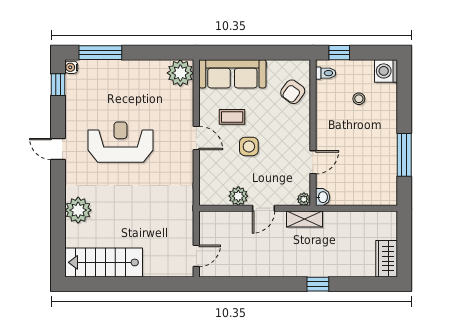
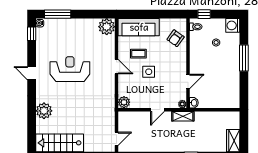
window: (404, 155) -> (244, 58), moved
plant: (238, 196) -> (124, 102), moved

